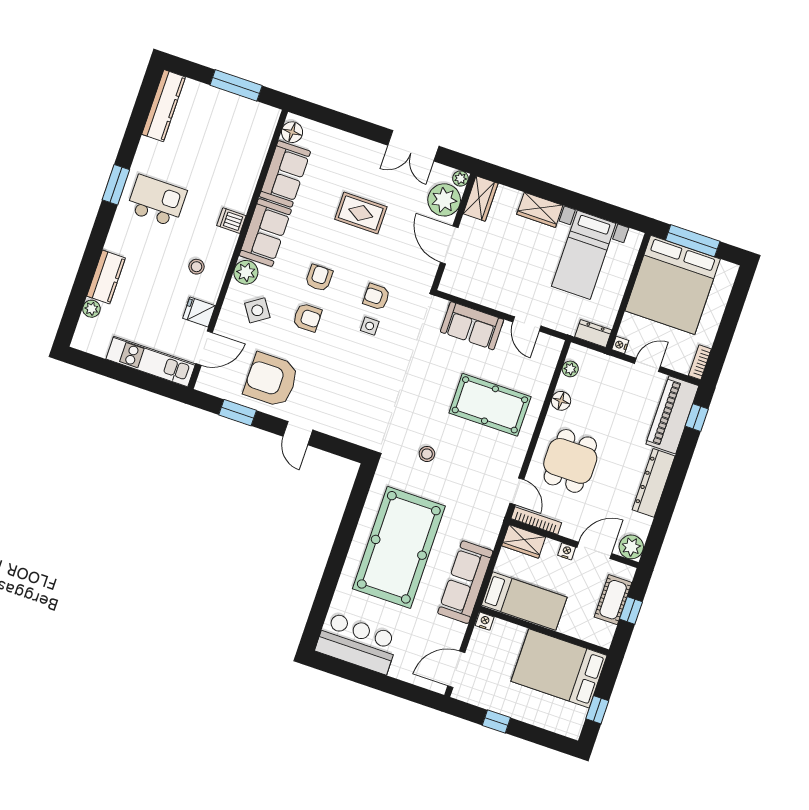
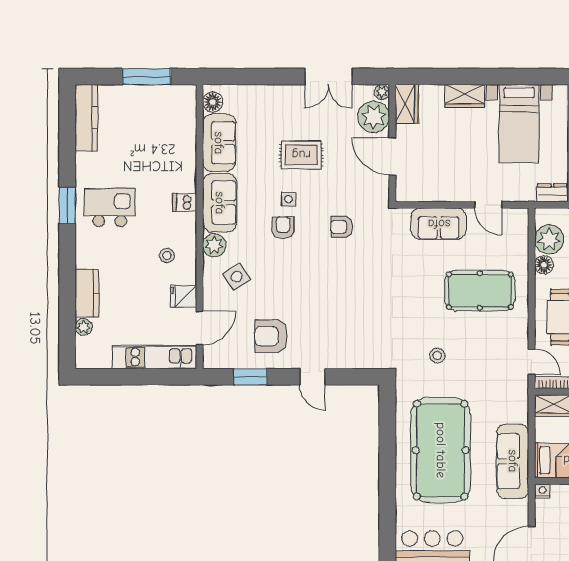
armchair: (307, 317) -> (285, 268), removed
side table: (370, 326) -> (288, 199), moved
plant: (570, 369) -> (549, 239), width x1.87, depth x1.87
armchair: (271, 380) -> (271, 336), width x0.73, depth x0.73

